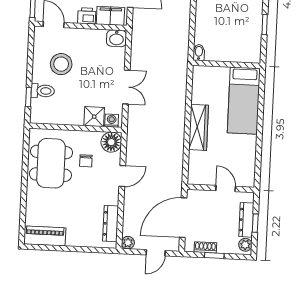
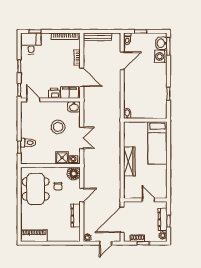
stool: (61, 64) -> (58, 127), moved
dresser: (111, 224) -> (76, 216), moved

